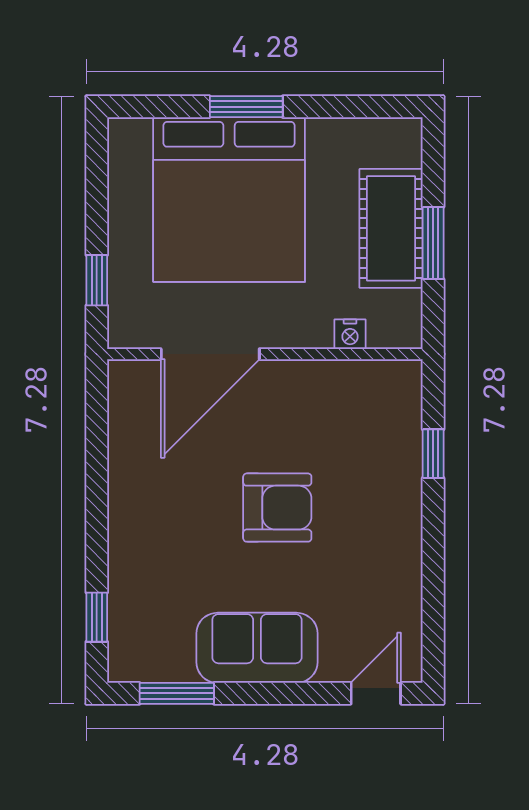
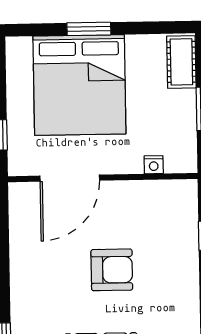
cot: (391, 228) -> (181, 62), moved, width x0.73, depth x0.75

